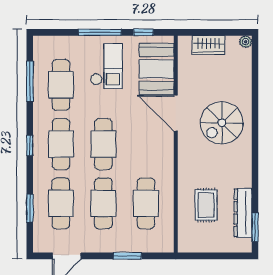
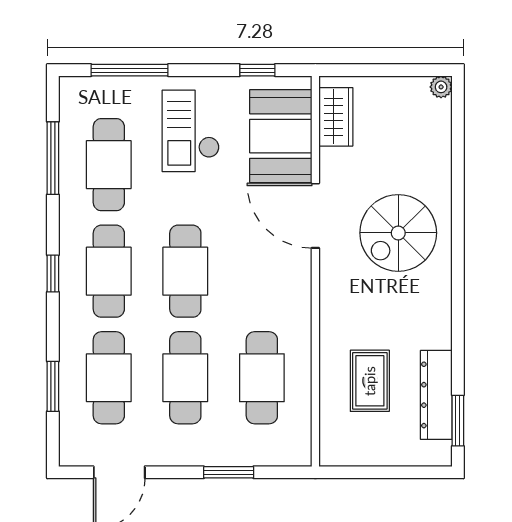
window: (100, 32) -> (130, 70), moved
wardrobe: (209, 45) -> (336, 117), moved, turned -90
checkout: (106, 66) -> (191, 131), turned 180

